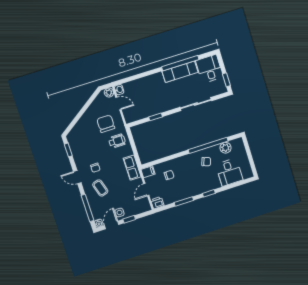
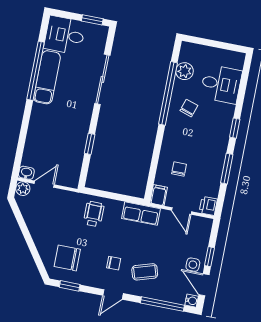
chair: (106, 124) -> (67, 258), moved

